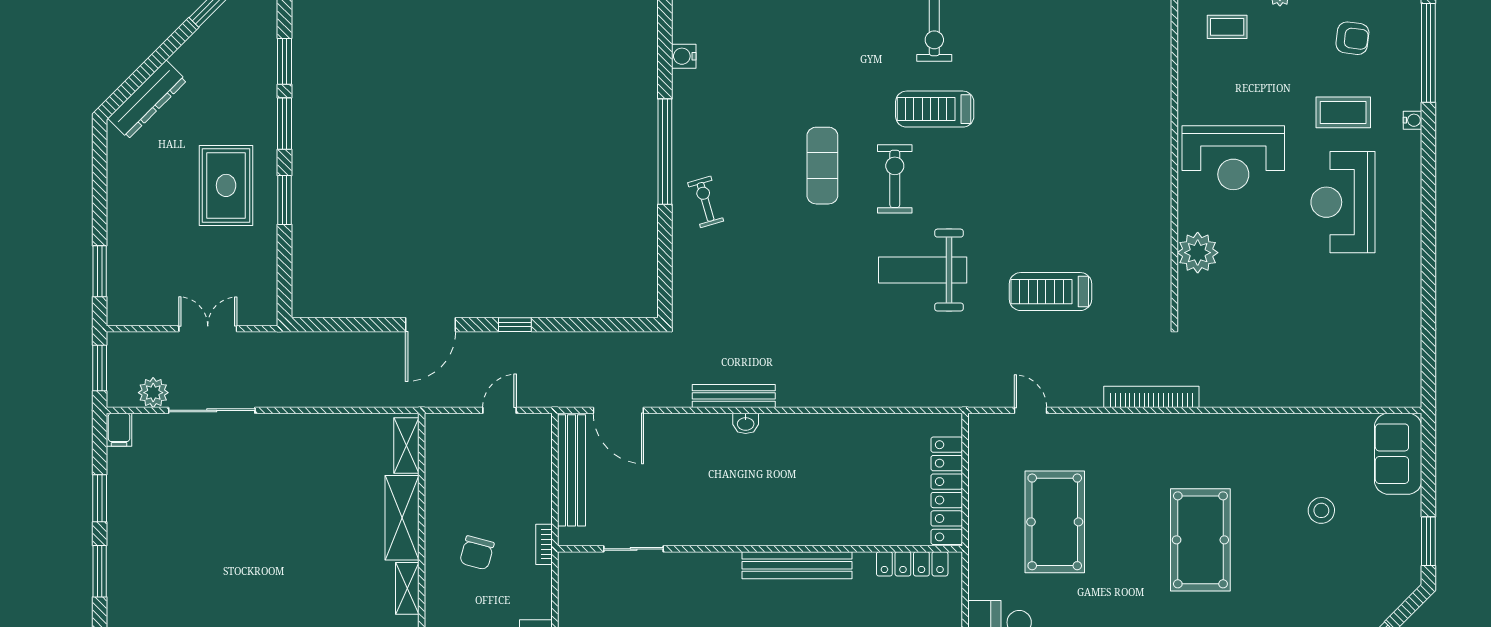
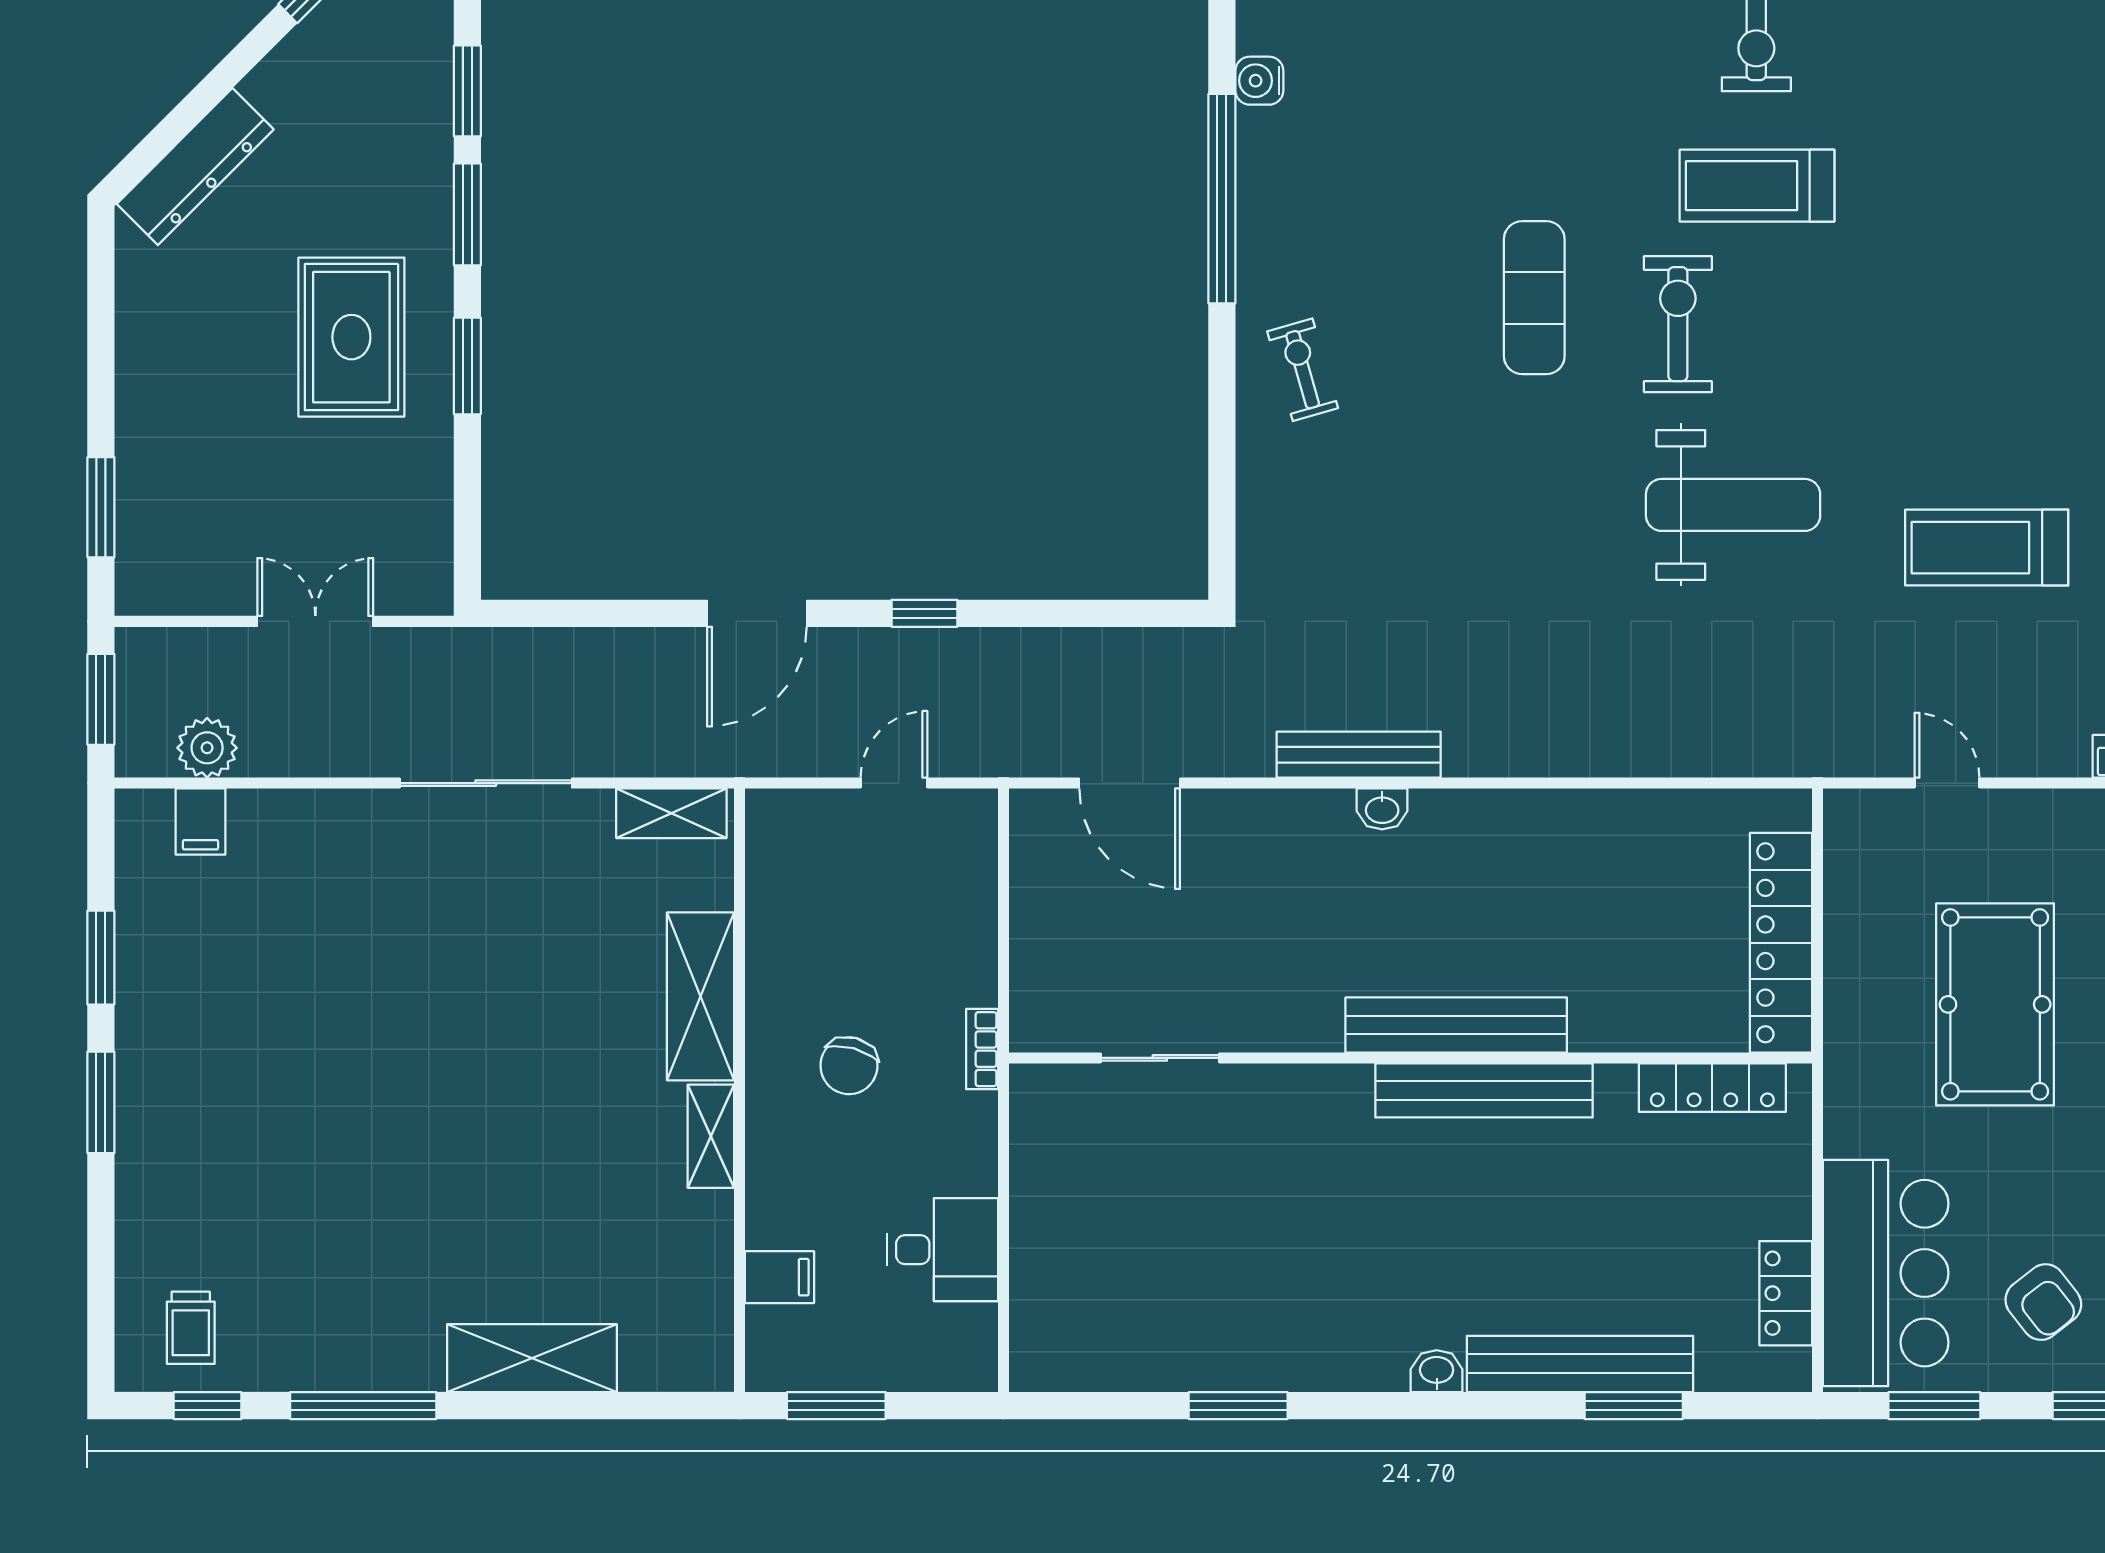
window: (665, 152) -> (1222, 199), moved
weight bench: (923, 270) -> (1733, 505), turned 180
sliding door: (212, 410) -> (486, 783), moved
filing cabinet: (119, 430) -> (200, 822), moved
shelving: (406, 445) -> (671, 813), moved, turned 90
bench: (571, 470) -> (1456, 1025), moved, turned 90

